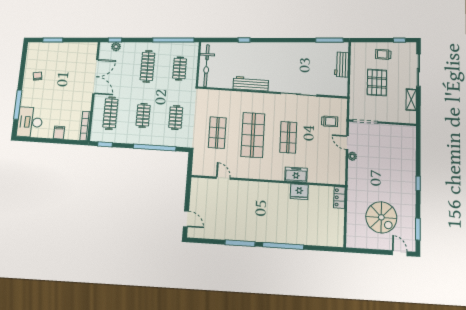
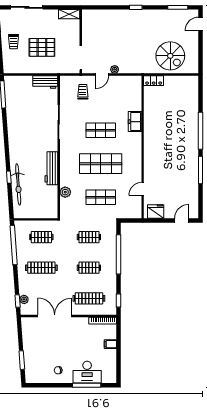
workbench: (342, 65) -> (45, 82), moved
bicycle: (207, 66) -> (18, 184), moved, turned 86
plant: (225, 96) -> (65, 192), added
shelving: (411, 100) -> (69, 14), moved
desk: (30, 122) -> (87, 372), moved
fridge: (299, 192) -> (156, 211), moved, turned -90
spiral stairs: (381, 217) -> (170, 56), moved, turned 90

